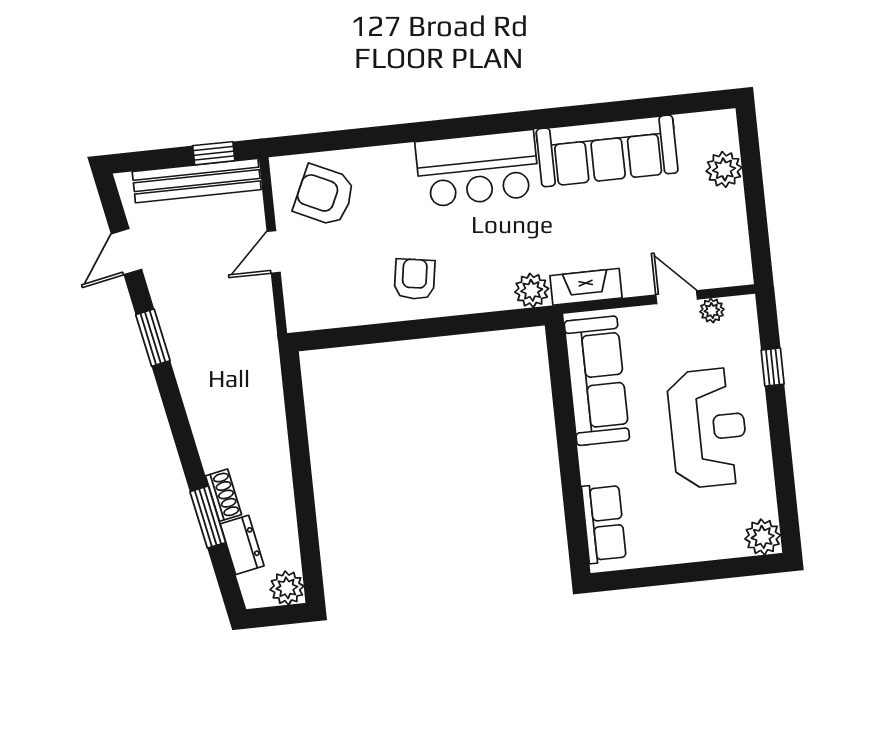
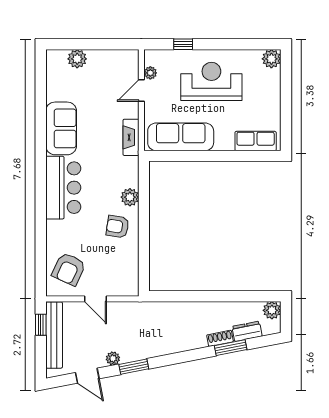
sofa: (607, 151) -> (61, 128), width x0.73
plant: (532, 290) -> (130, 197), moved
plant: (164, 297) -> (113, 358), added

